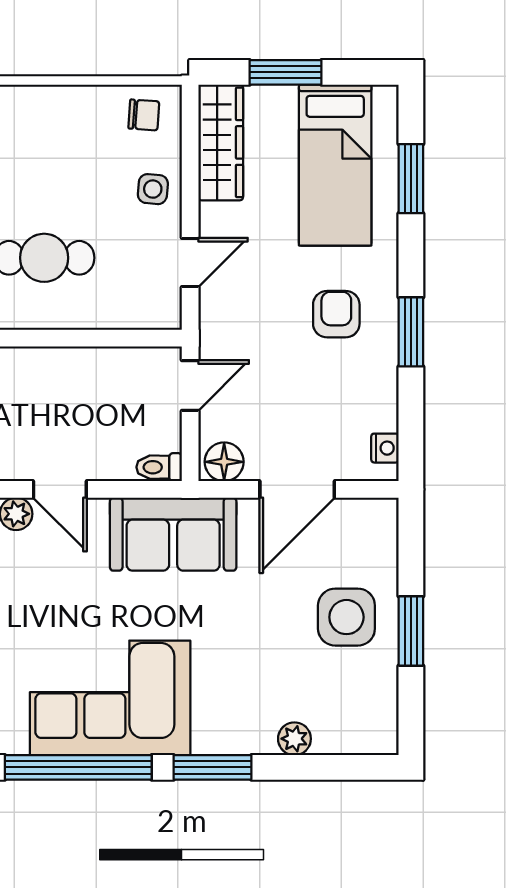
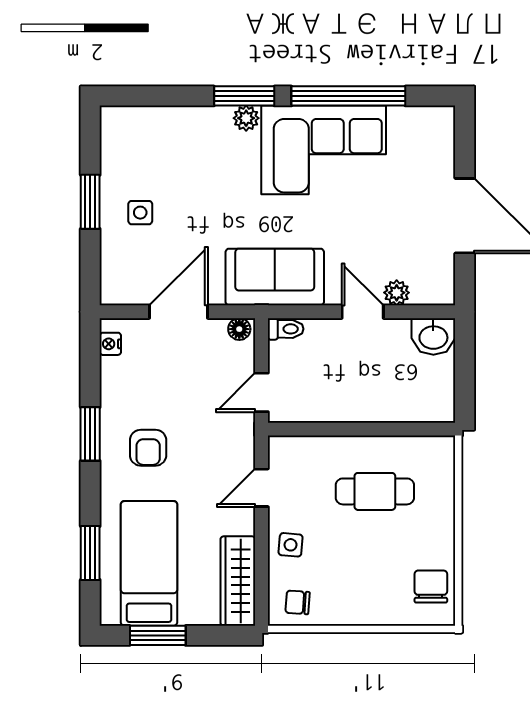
window: (285, 72) -> (158, 635), moved
floor lamp: (224, 462) -> (239, 329), width x0.73, depth x0.73
side table: (346, 617) -> (140, 213), width x0.54, depth x0.54
plant: (294, 739) -> (246, 118), moved

